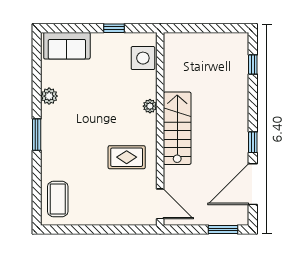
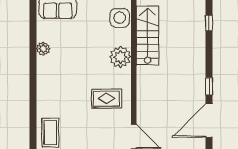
plant: (150, 106) -> (120, 57), width x1.88, depth x1.88
stairs: (177, 128) -> (148, 35), moved
window: (37, 135) -> (33, 80), removed

